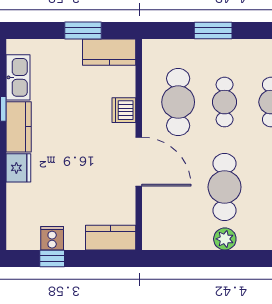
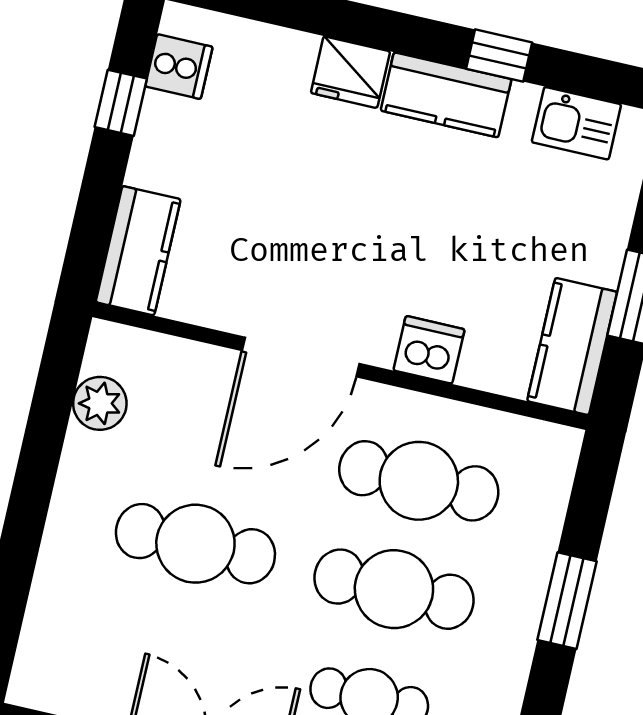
kitchen sink: (18, 77) -> (576, 123), width x0.73
cafe table: (225, 102) -> (394, 589), width x1.37, depth x1.35
cooker: (52, 238) -> (179, 67), moved
plant: (225, 239) -> (100, 403), moved

